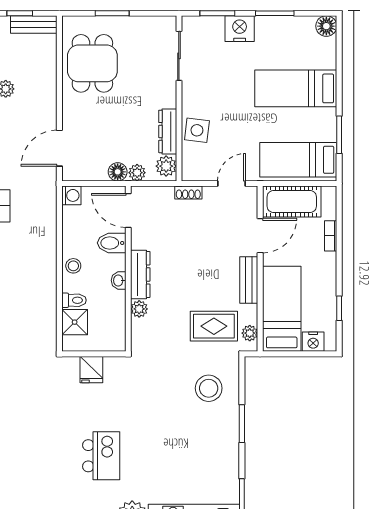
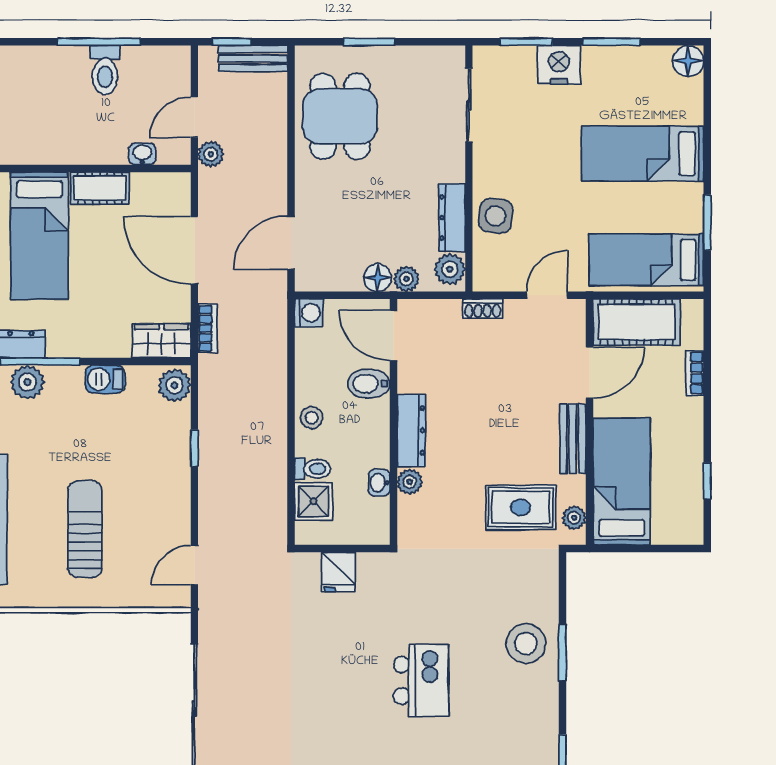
washbasin: (119, 280) -> (379, 483), moved
nightstand: (313, 342) -> (668, 530), removed
stool: (209, 388) -> (526, 643), moved
kitchen island: (101, 456) -> (421, 680), moved

